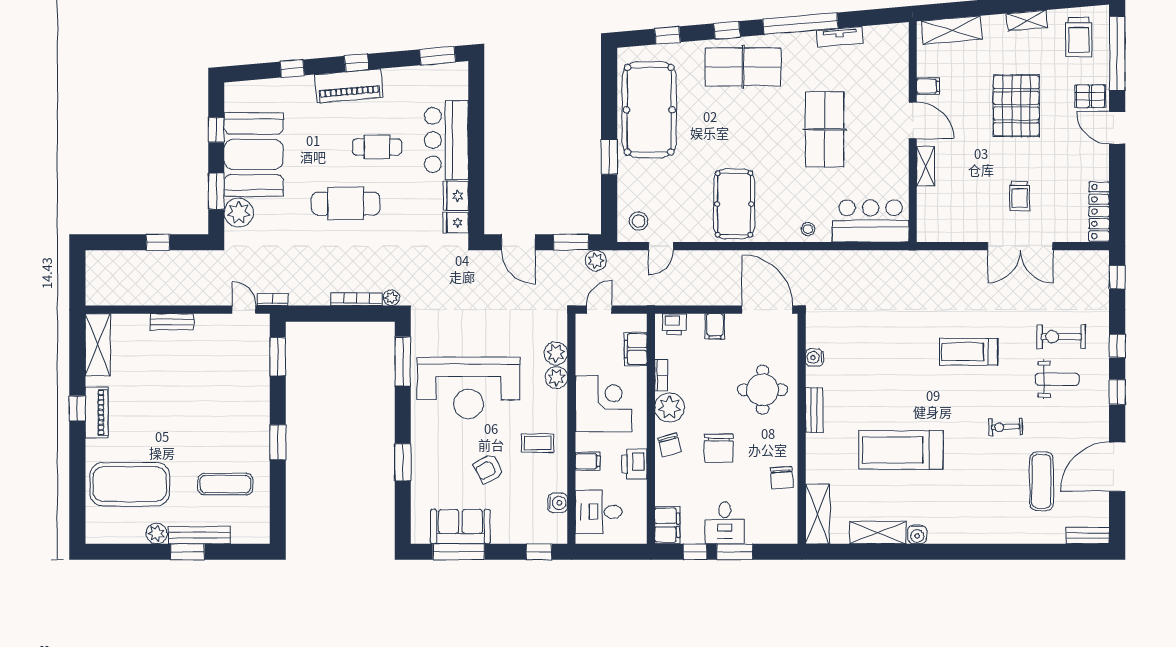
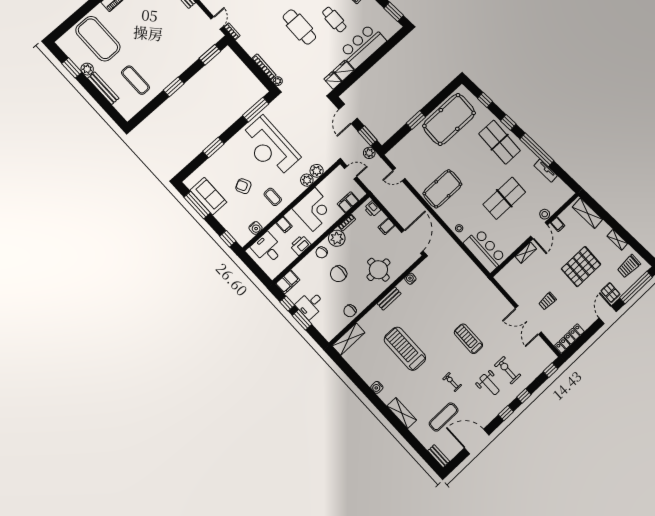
stool: (639, 221) -> (545, 214), moved
shelving: (878, 533) -> (402, 413), moved
window: (188, 552) -> (72, 68), moved

